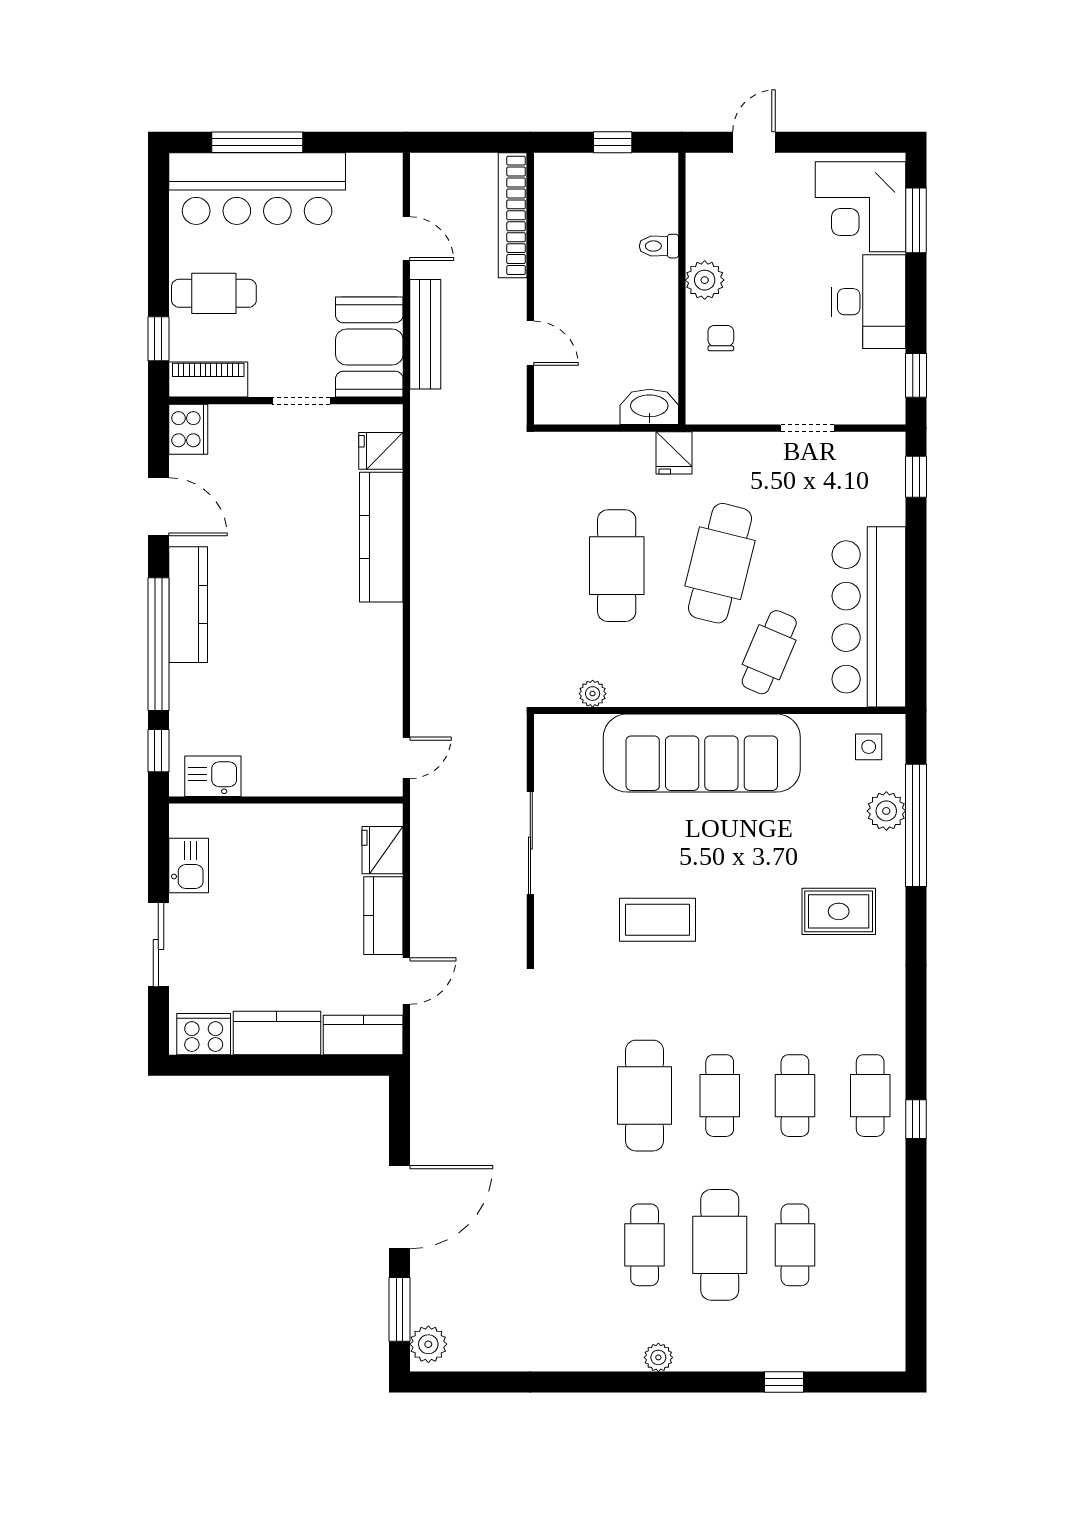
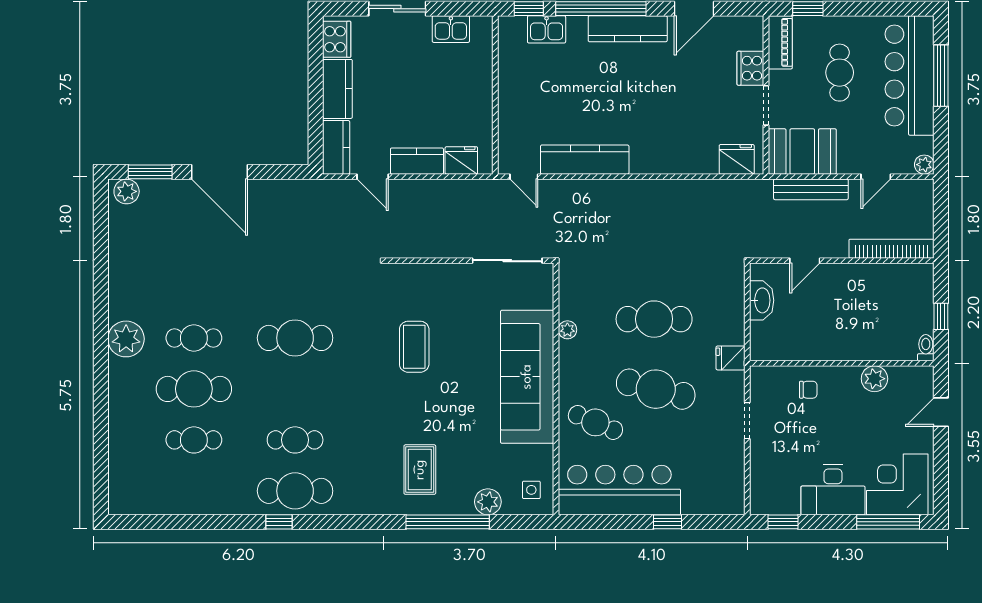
door: (754, 142) -> (941, 412), swing flipped
plant: (389, 167) -> (924, 165), added
window: (916, 220) -> (888, 522), width x1.44
toilet: (659, 246) -> (926, 348), moved
plant: (705, 280) -> (874, 379), moved
cafe table: (214, 293) -> (840, 73), moved
washbasin: (649, 407) -> (762, 300), moved
doorway: (807, 428) -> (747, 421), moved
cooker: (188, 429) -> (750, 68), moved, turned 90
fridge: (381, 451) -> (737, 159), width x1.38
window: (916, 477) -> (668, 522), moved
kitchen counter: (381, 537) -> (585, 160), moved
plant: (593, 694) -> (567, 330), moved
kitchen sink: (213, 776) -> (547, 29), moved, turned 90
window: (916, 825) -> (448, 522), moved
sliding door: (530, 843) -> (507, 261), moved
cafe table: (720, 1096) -> (295, 389), removed
cafe table: (870, 1096) -> (295, 491), width x1.37, depth x1.35
plant: (658, 1357) -> (126, 339), width x1.88, depth x1.88
window: (784, 1382) -> (101, 433), removed

